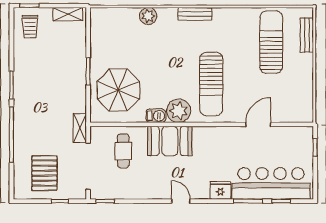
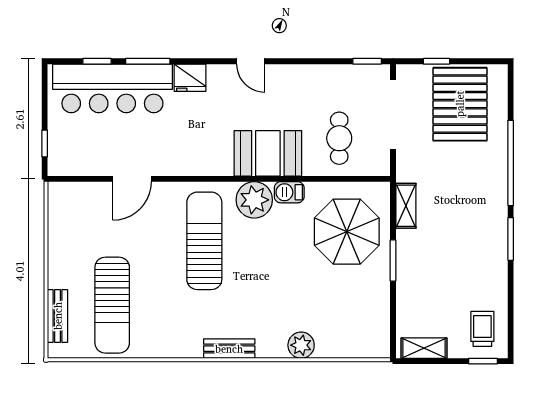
shelving: (80, 128) -> (406, 206), moved
pallet: (45, 173) -> (460, 104), width x1.37, depth x1.41

